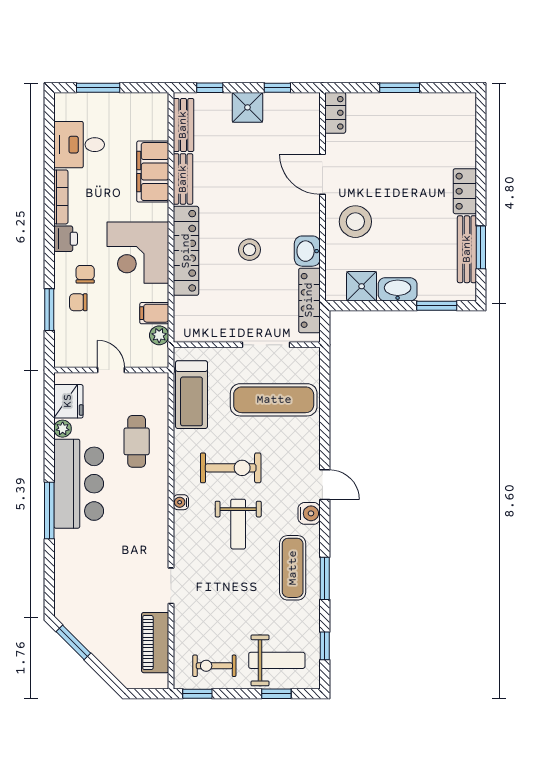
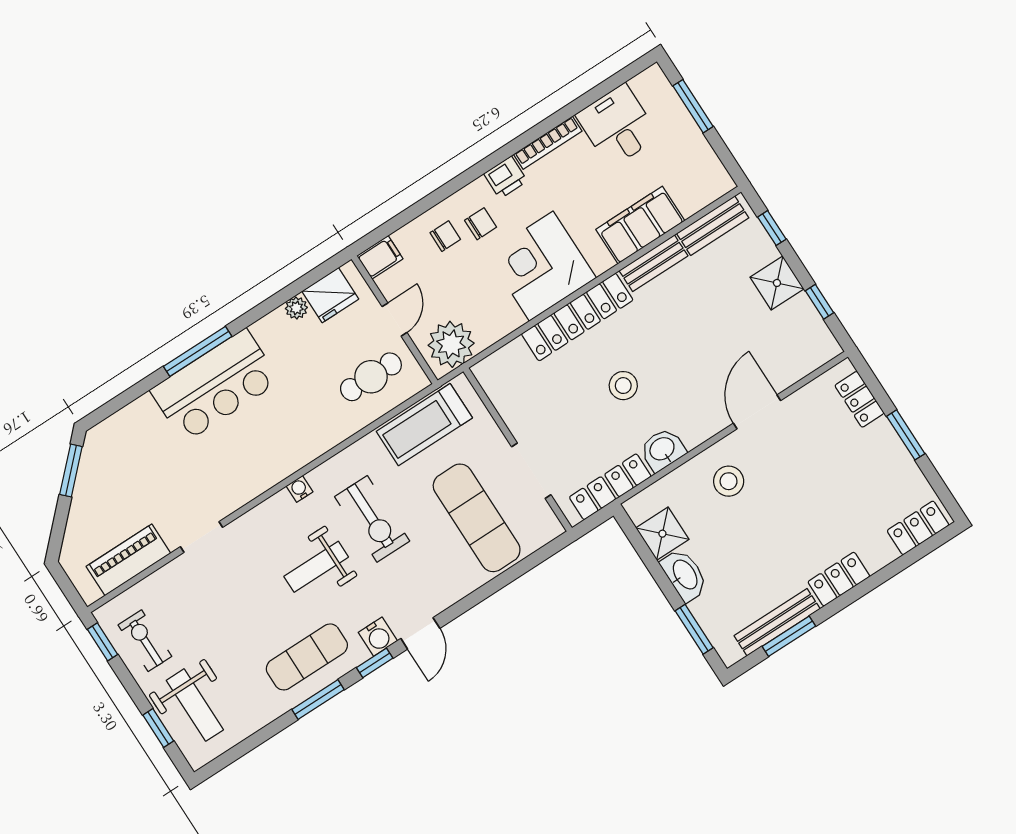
locker: (335, 113) -> (859, 399), moved, turned 90
locker: (465, 119) -> (918, 528), added
stool: (355, 222) -> (729, 481), width x0.73, depth x0.73
chair: (78, 302) -> (445, 236), turned 90
window: (49, 310) -> (417, 210), removed
filing cabinet: (154, 313) -> (380, 257), moved, turned 90
plant: (159, 335) -> (451, 344), width x1.88, depth x1.88
cafe table: (137, 441) -> (371, 377), moved
bar counter: (79, 484) -> (215, 386), moved
window: (325, 646) -> (375, 663), moved

